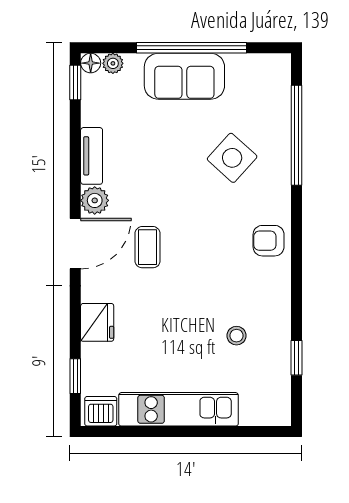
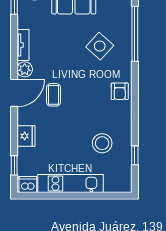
armchair: (269, 241) -> (120, 91), turned -90
stool: (236, 336) -> (102, 143), width x1.89, depth x1.89

